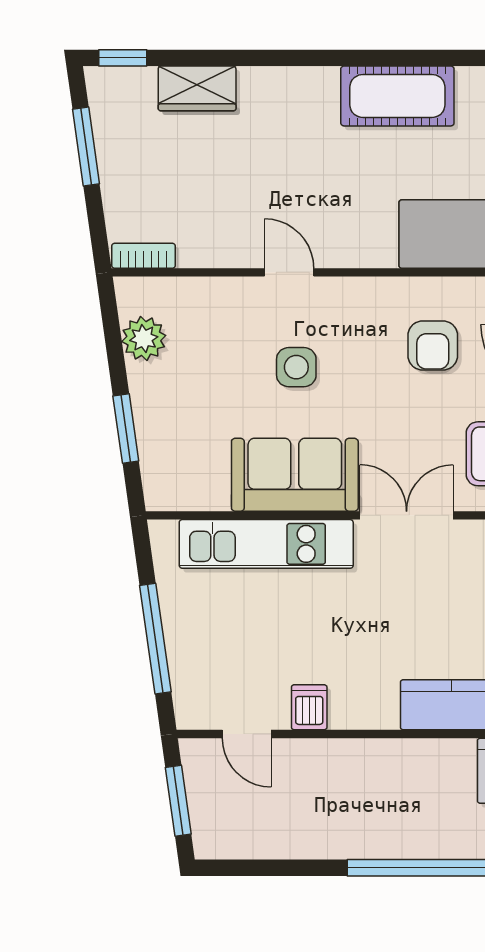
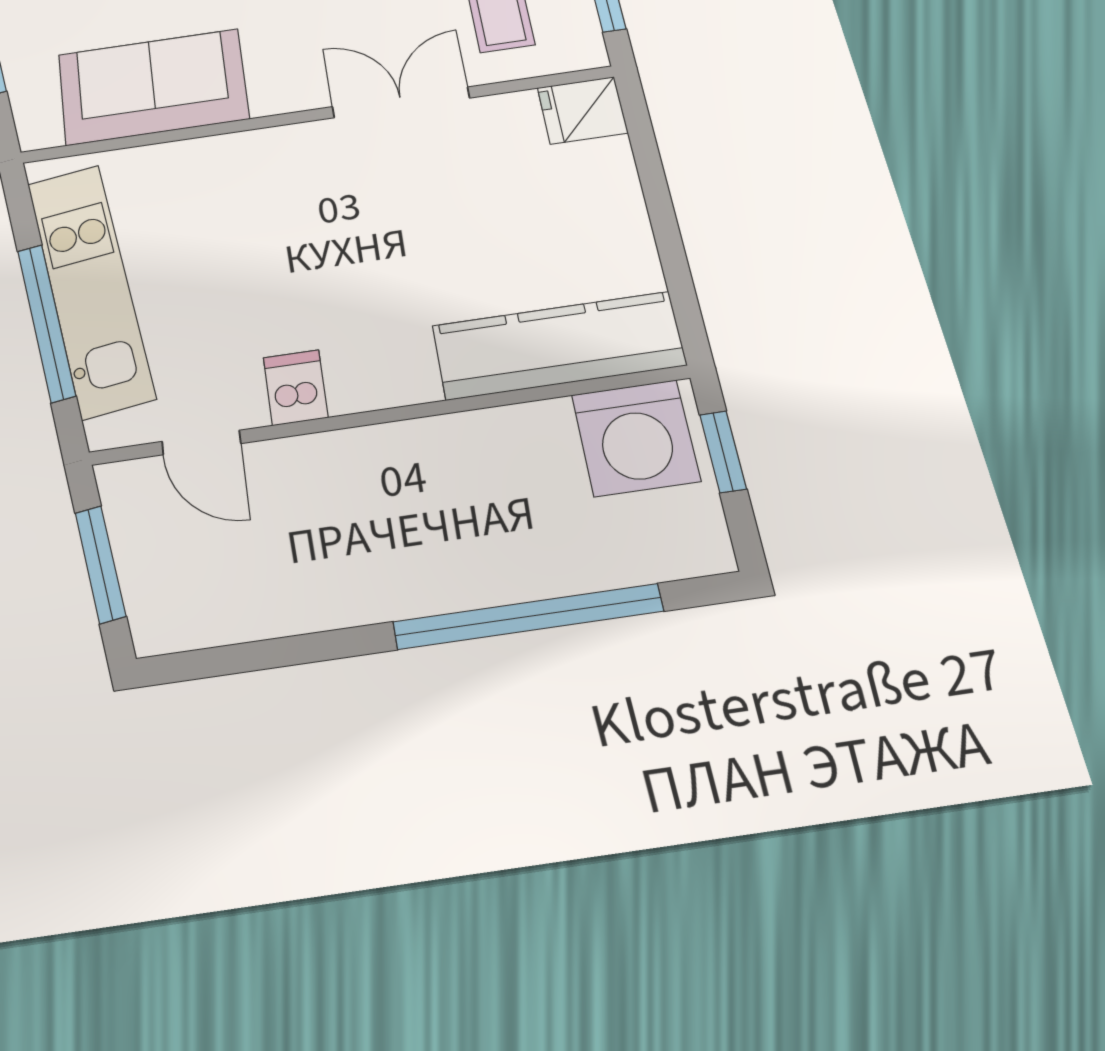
sofa: (295, 475) -> (153, 87), moved
kitchen unit: (266, 544) -> (90, 288), moved, turned -98

